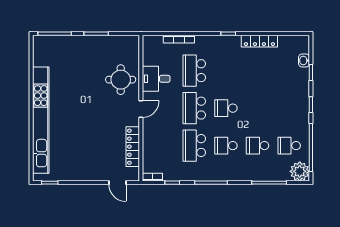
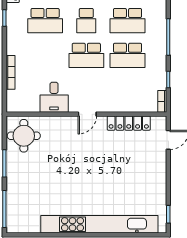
school desk: (194, 71) -> (45, 21), moved
round table: (121, 80) -> (24, 136), moved
door: (141, 109) -> (87, 114), swing flipped
school desk: (226, 146) -> (127, 21), width x1.85

